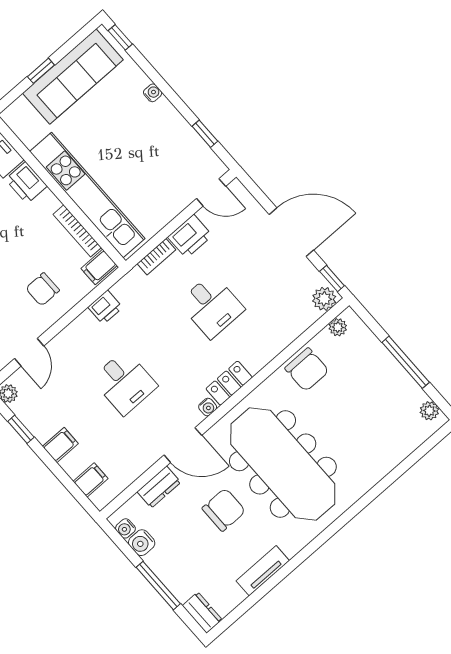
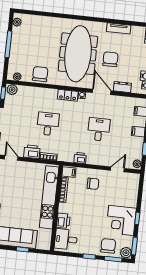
chair: (224, 510) -> (110, 59), turned 90

